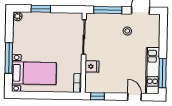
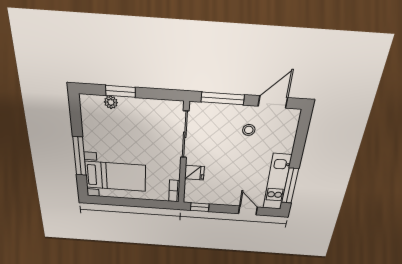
plant: (17, 16) -> (111, 102), moved

